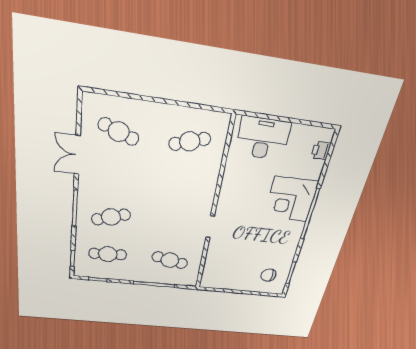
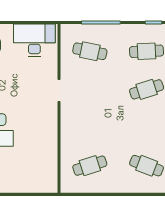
desk: (263, 138) -> (34, 40), moved, turned 180

